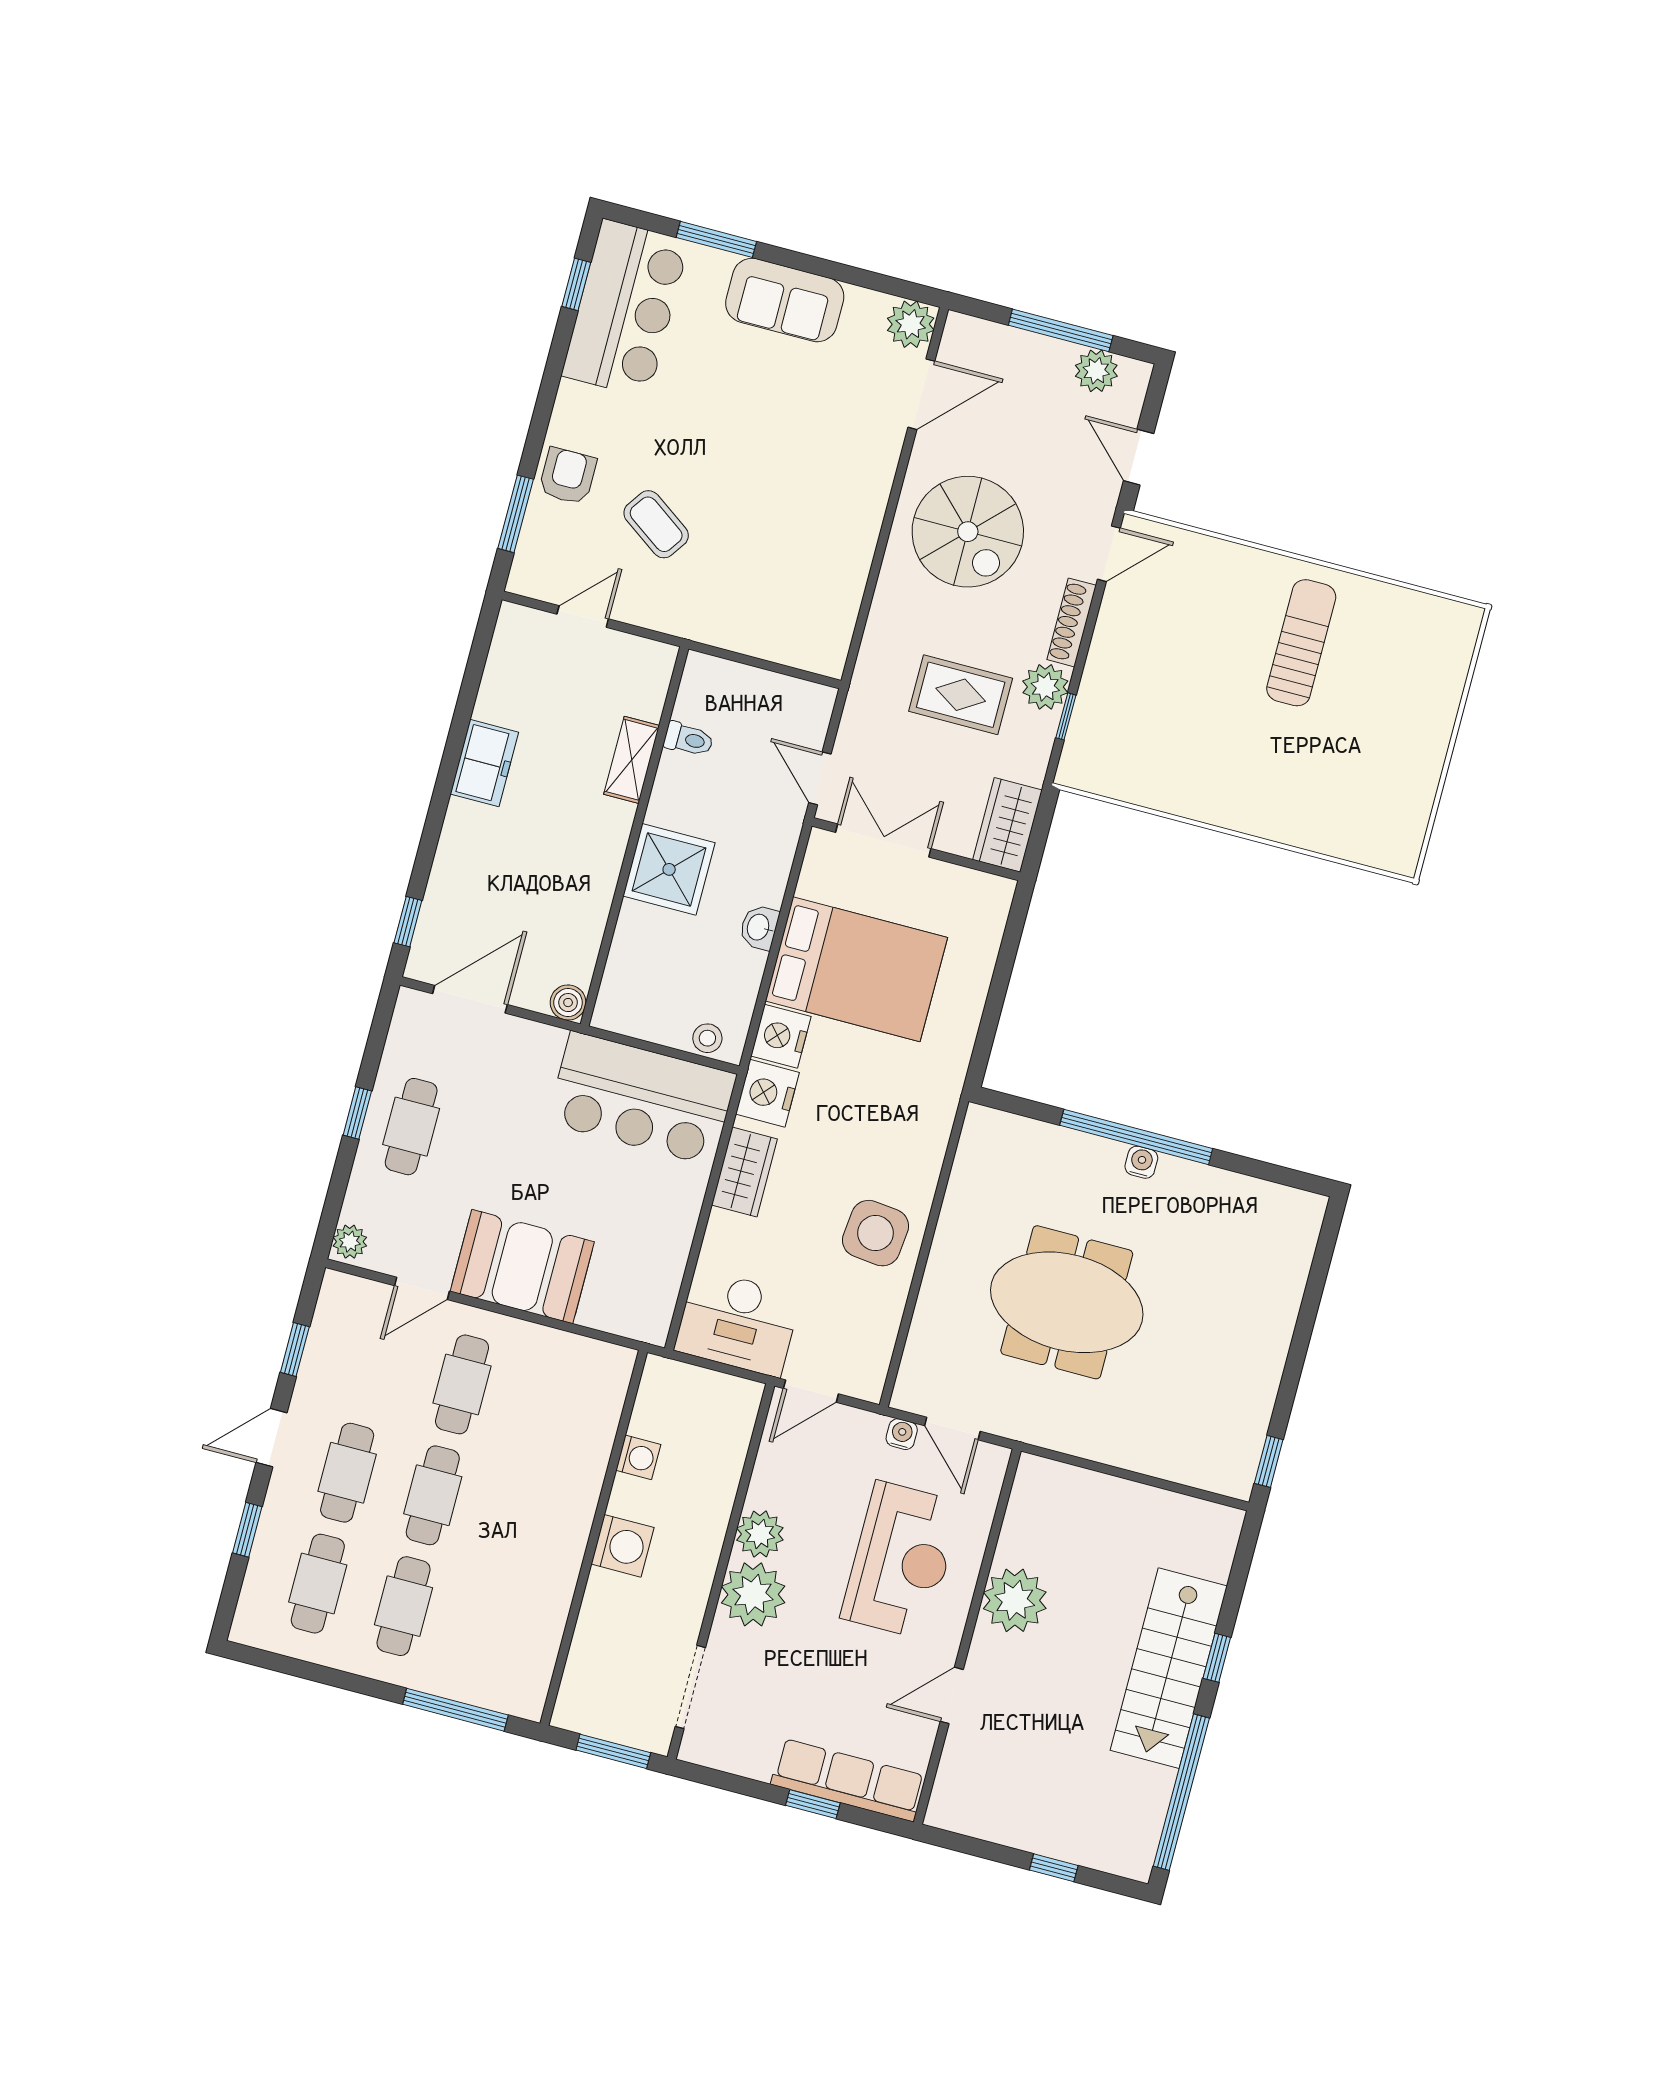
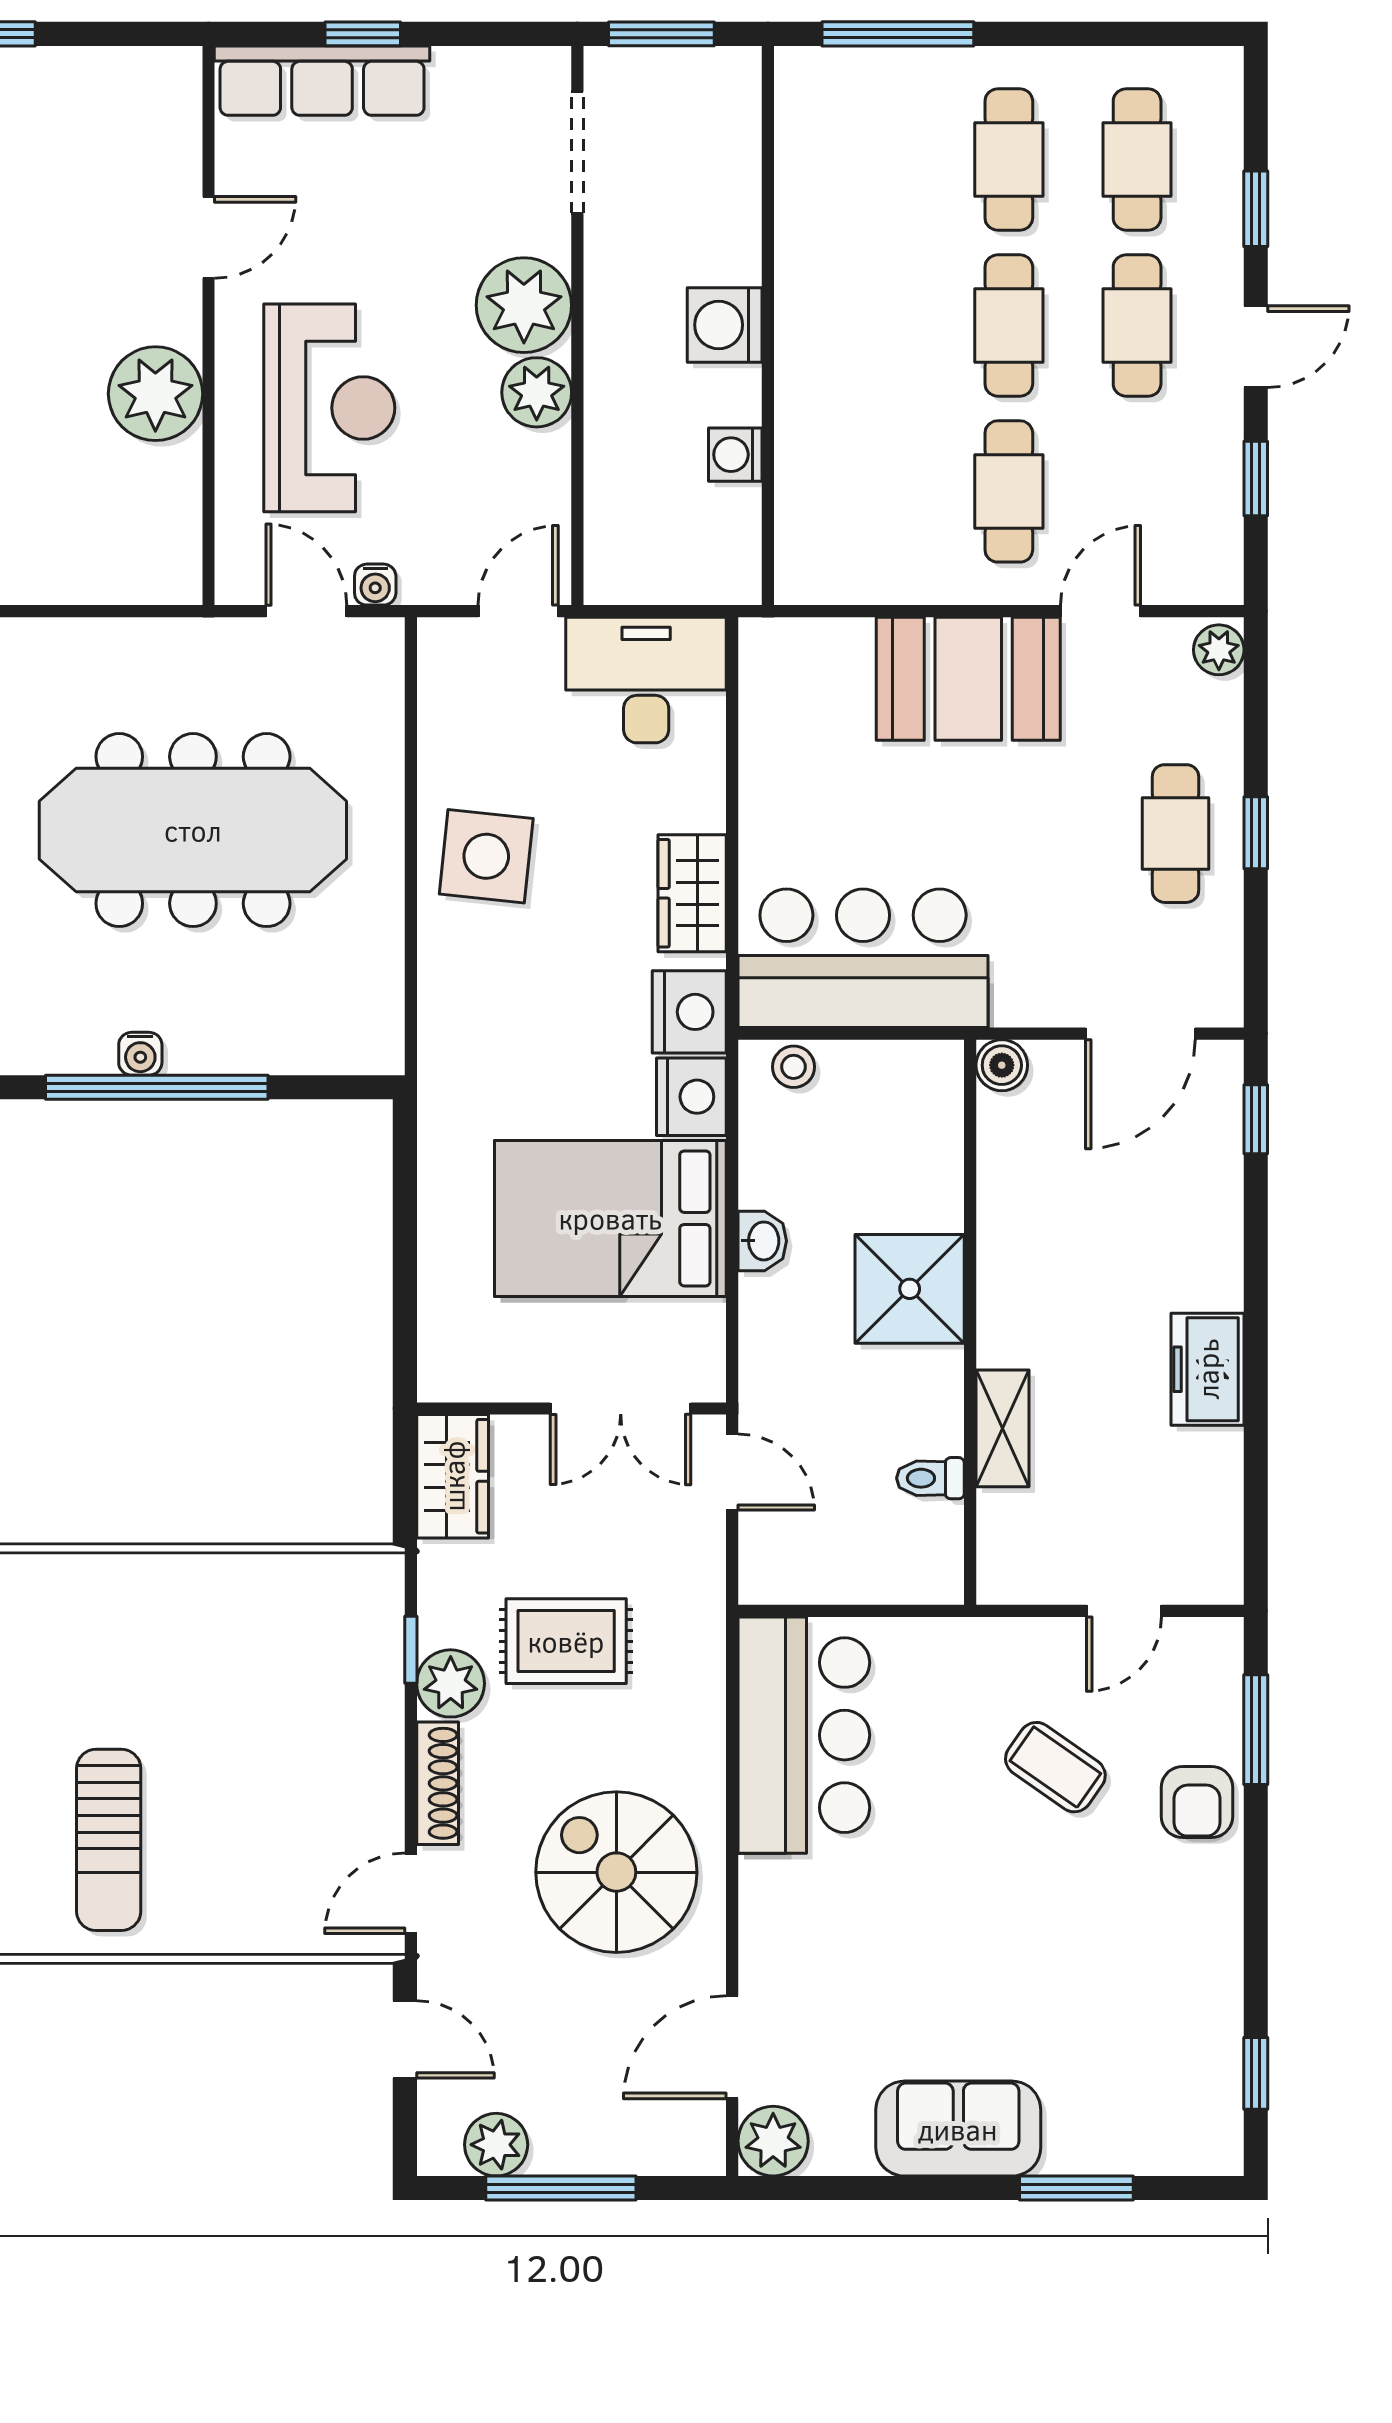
bar counter: (625, 308) -> (804, 1735), moved, turned 180
meeting table: (1067, 1302) -> (193, 830), width x1.36
reception desk: (901, 1560) -> (329, 408), turned 180

